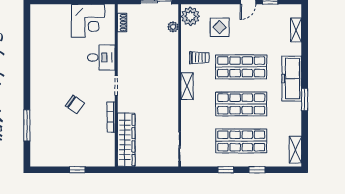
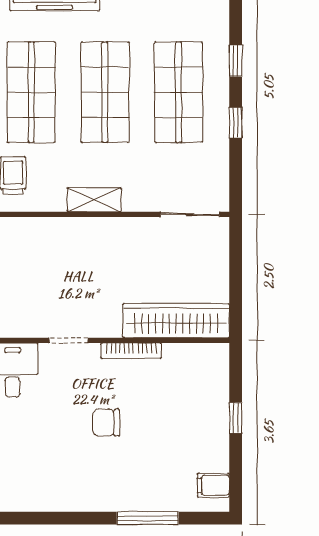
shelving: (187, 86) -> (94, 200), moved
chair: (75, 104) -> (106, 423), turned -126
filing cabinet: (43, 158) -> (213, 485), added

